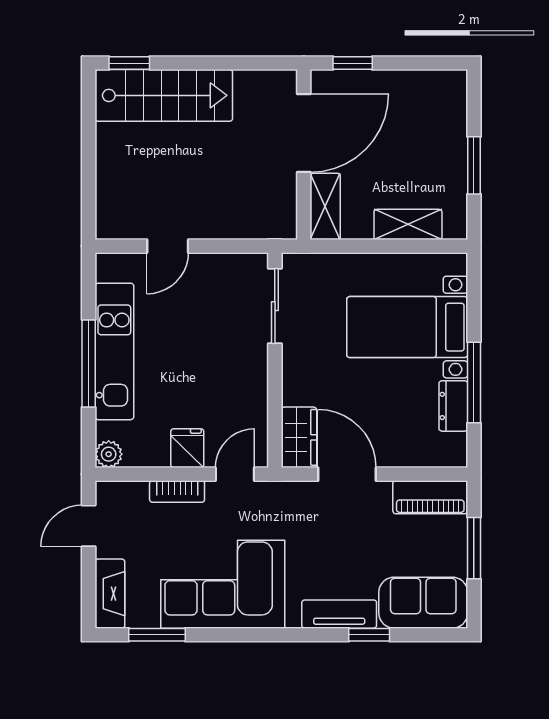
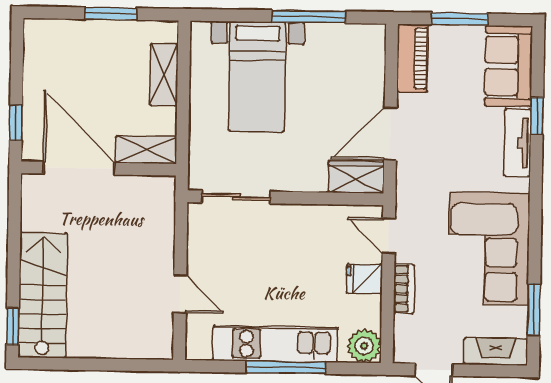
dresser: (453, 406) -> (330, 36), removed
plant: (109, 454) -> (364, 346), width x1.38, depth x1.38

